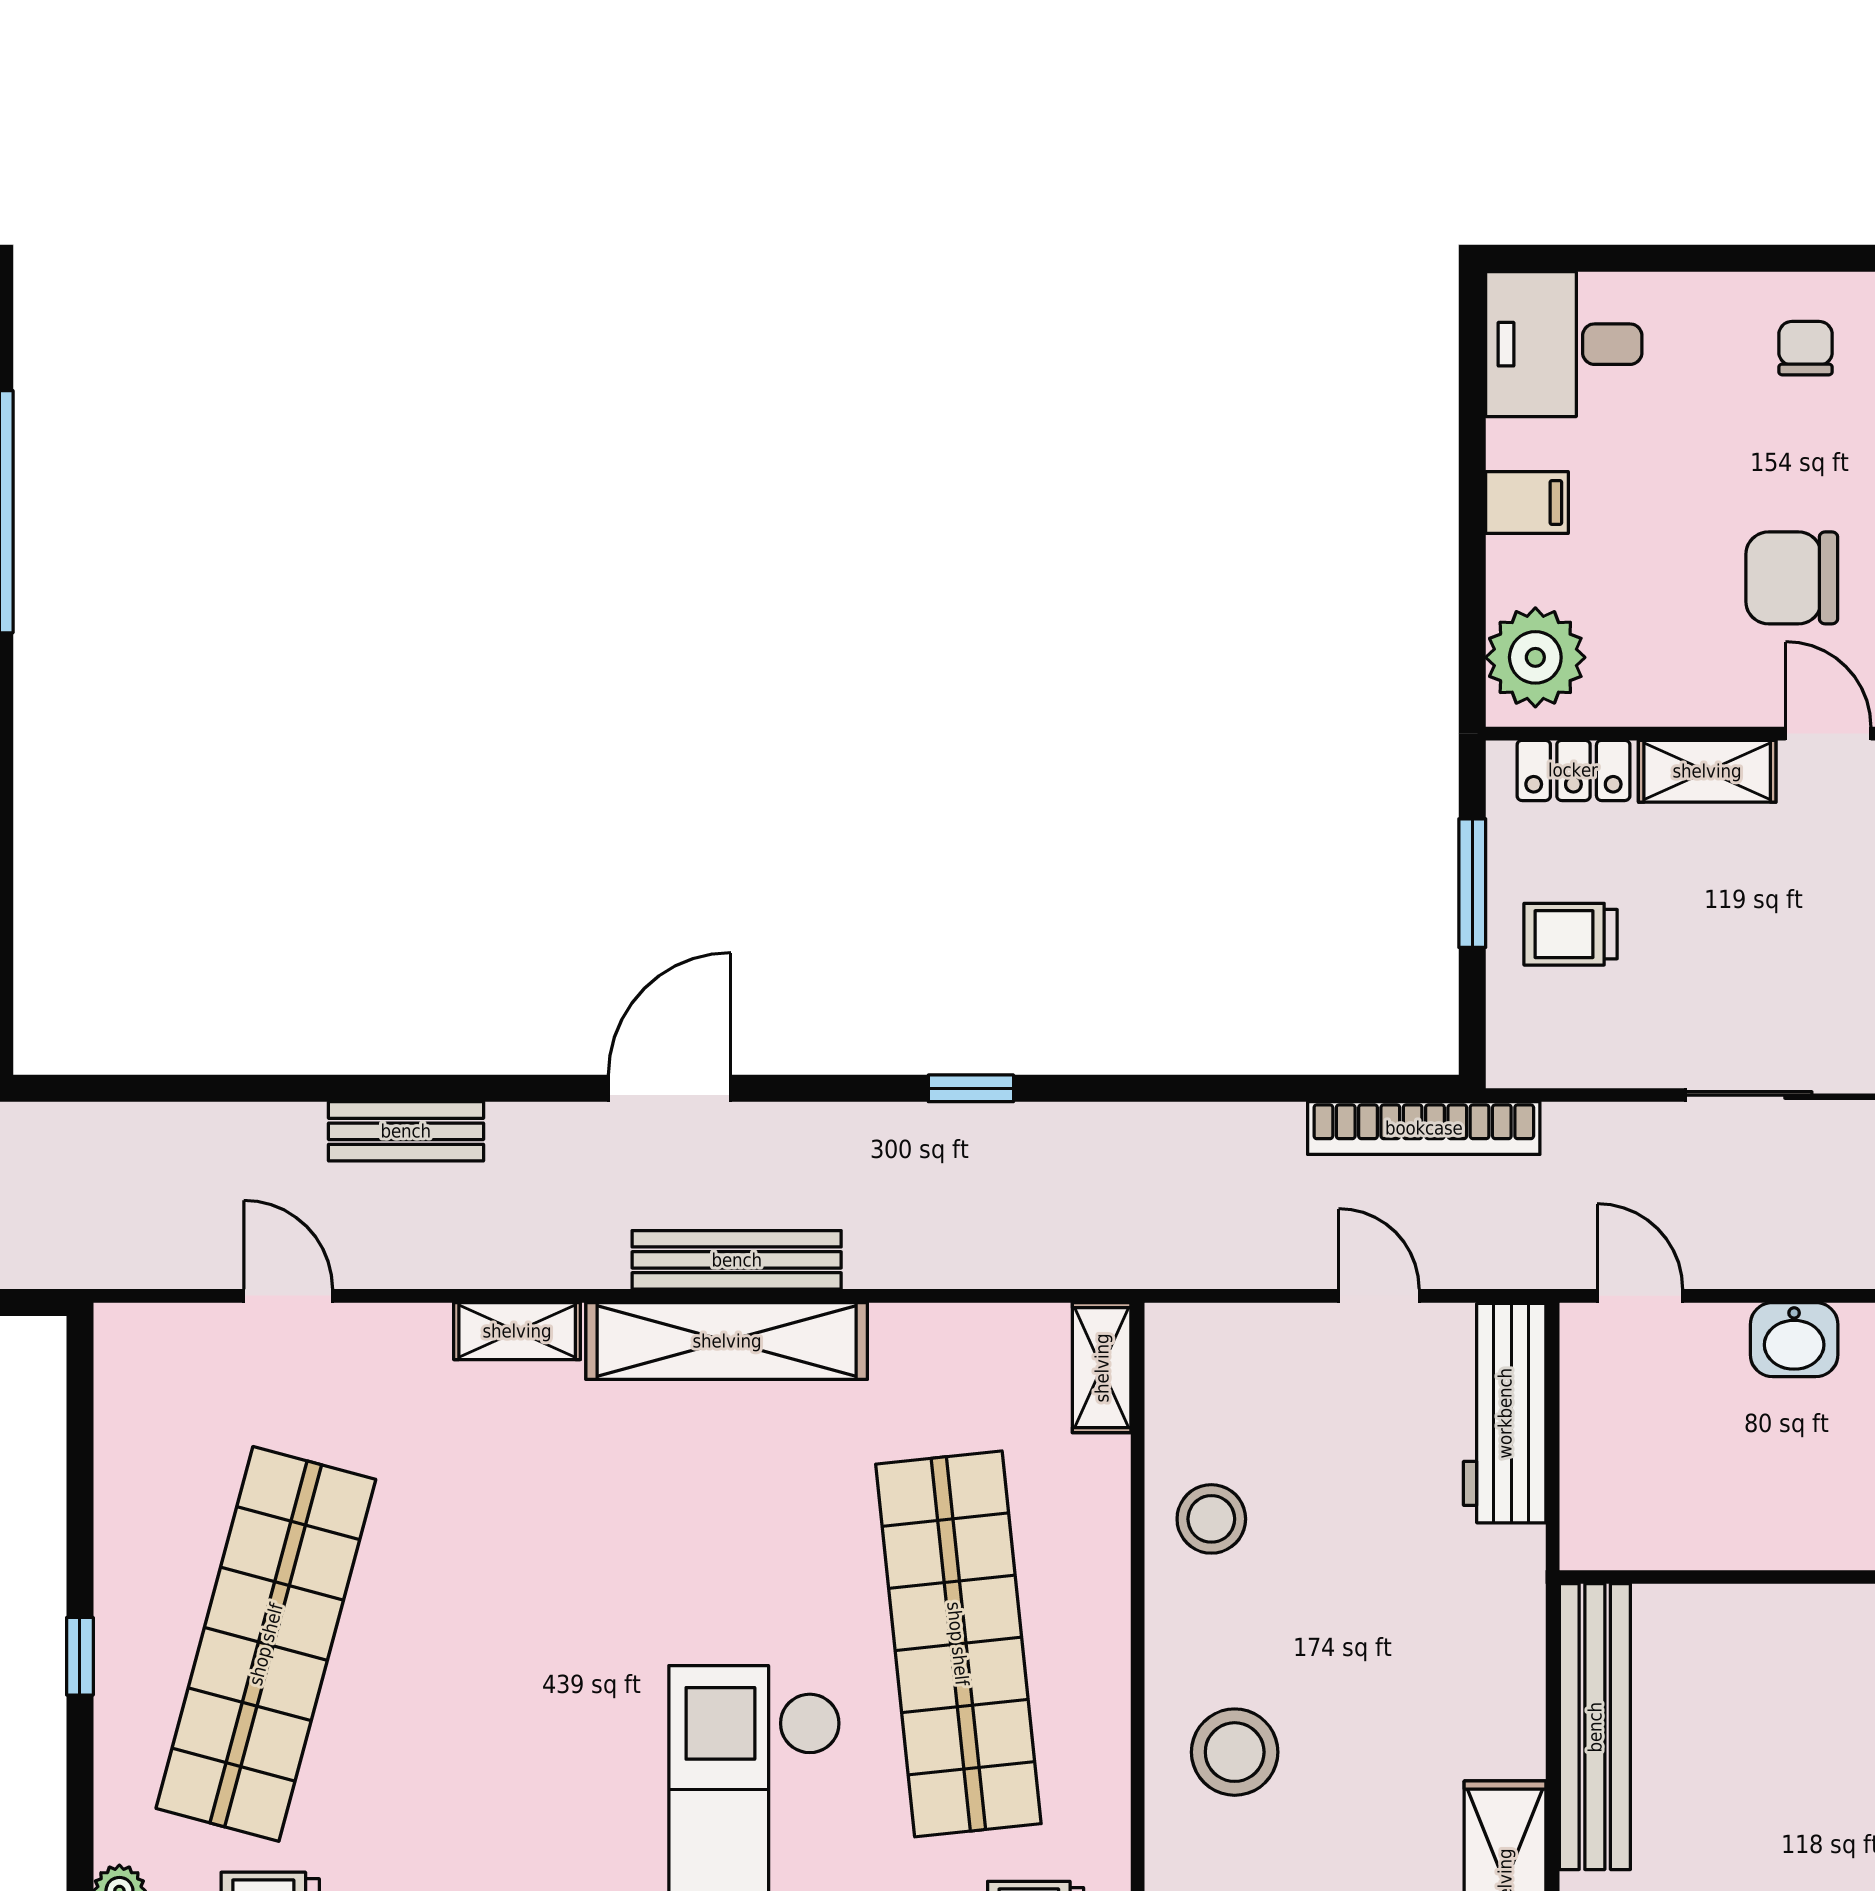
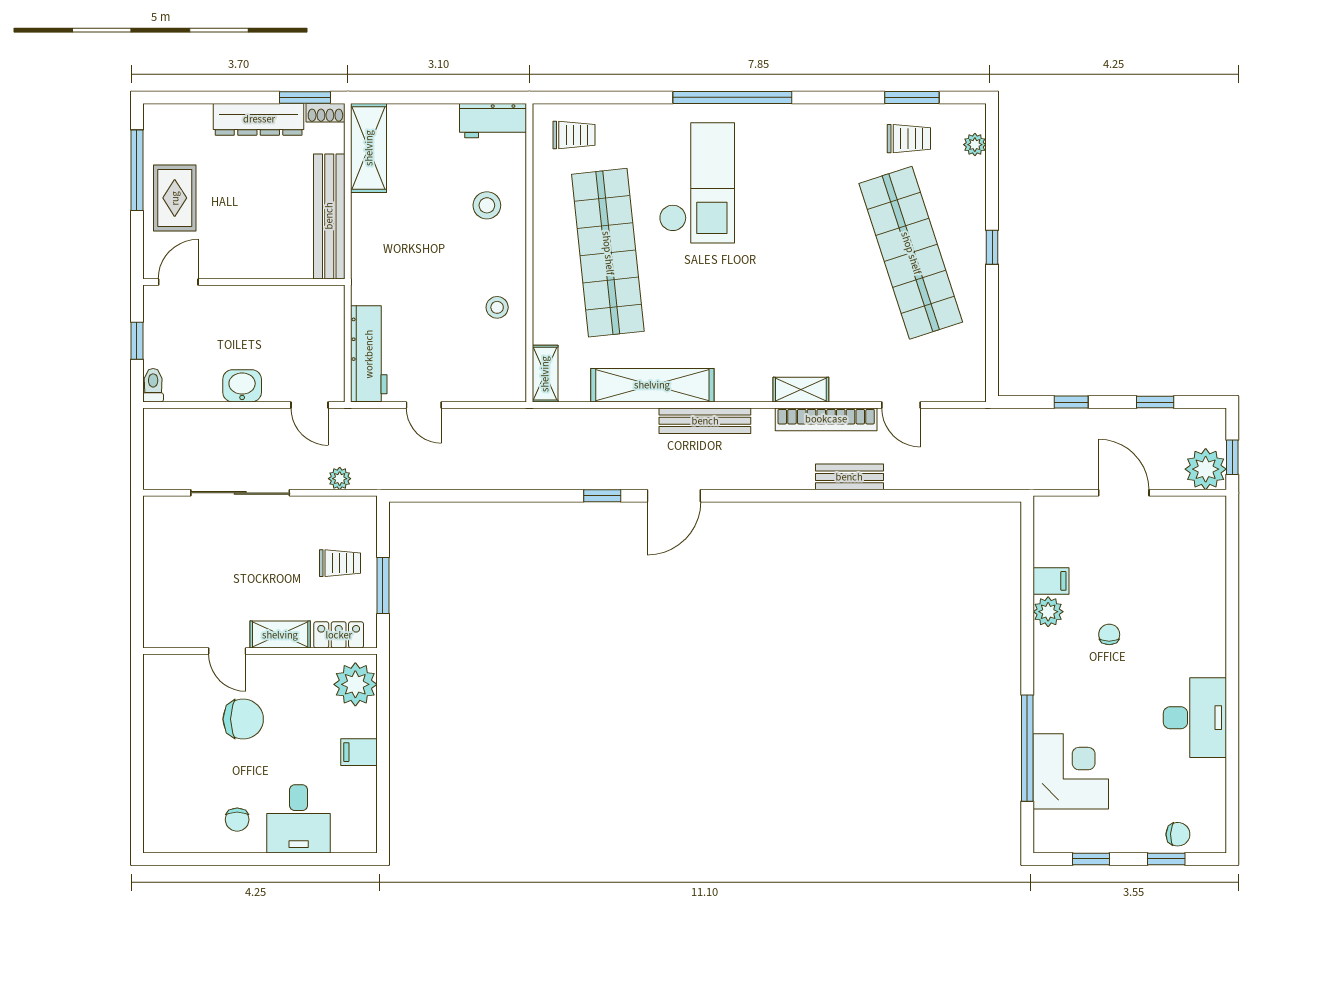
desk: (1564, 344) -> (299, 819), moved, turned 90
door: (670, 1088) -> (674, 496), moved
bookcase: (1424, 1128) -> (826, 419), moved, turned 180
plant: (1571, 1128) -> (340, 479), added
shelving: (727, 1341) -> (652, 385), moved
stool: (1211, 1519) -> (497, 307), width x0.73, depth x0.73
shop shelf: (266, 1644) -> (911, 253), turned -33
stool: (1235, 1752) -> (487, 205), width x0.73, depth x0.73

